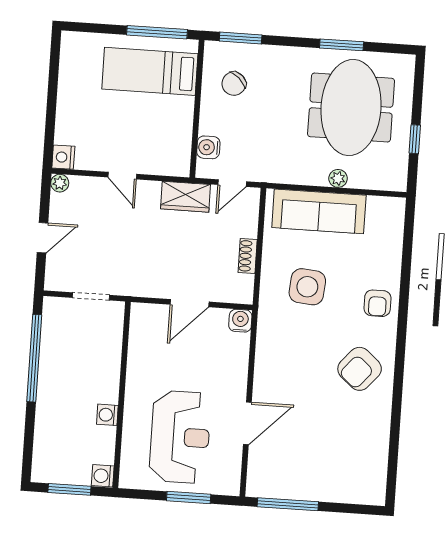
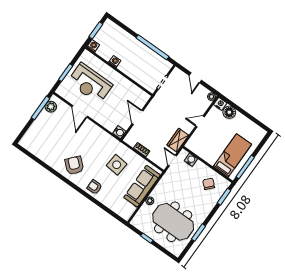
floor lamp: (69, 129) -> (229, 112), added
plant: (273, 486) -> (51, 107), added

